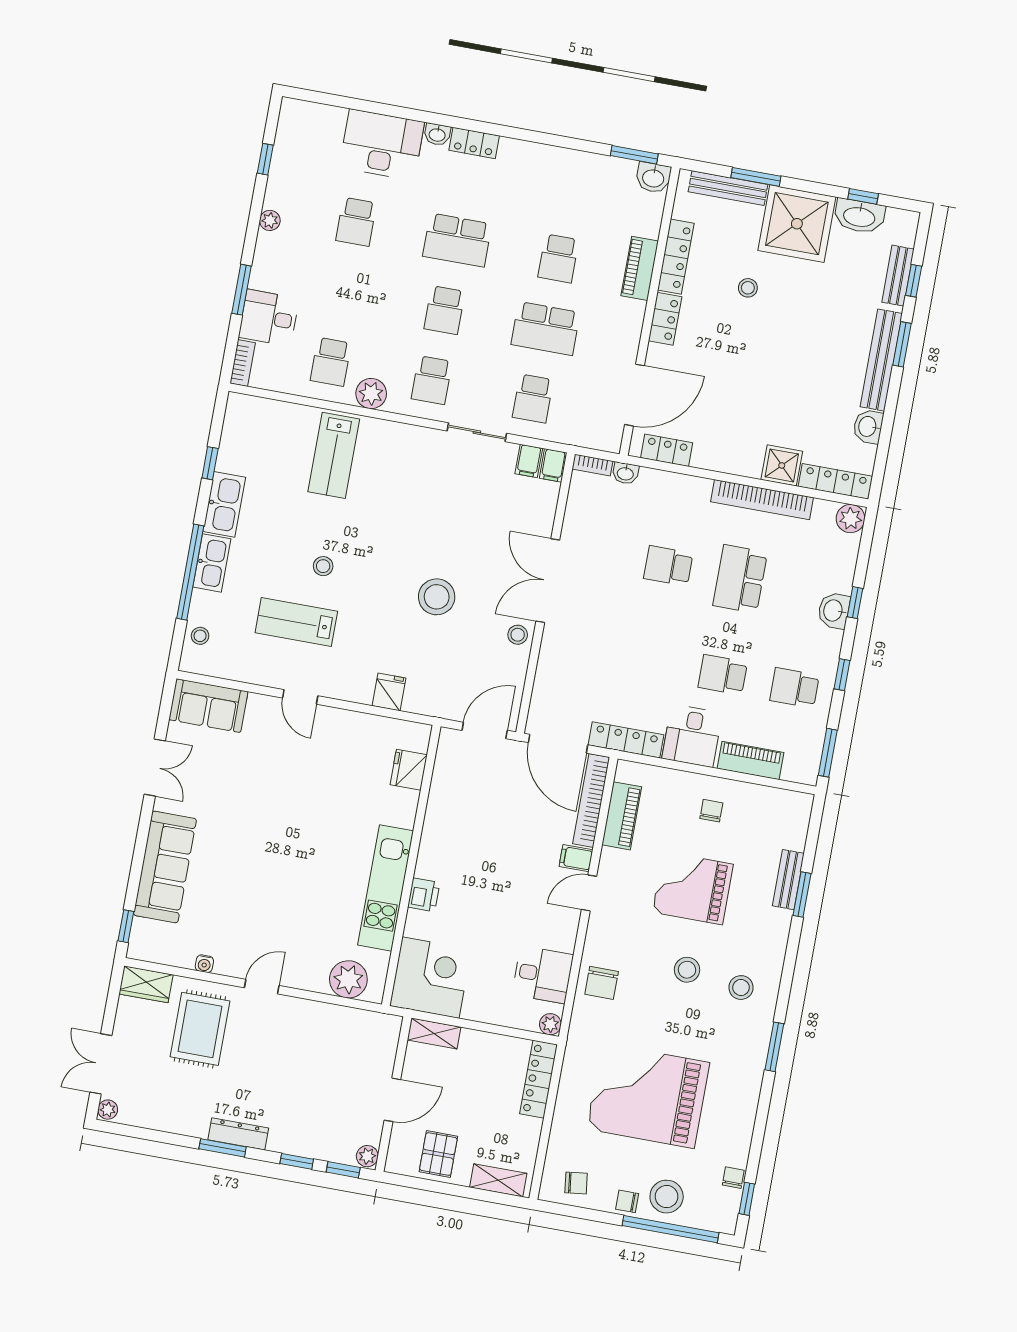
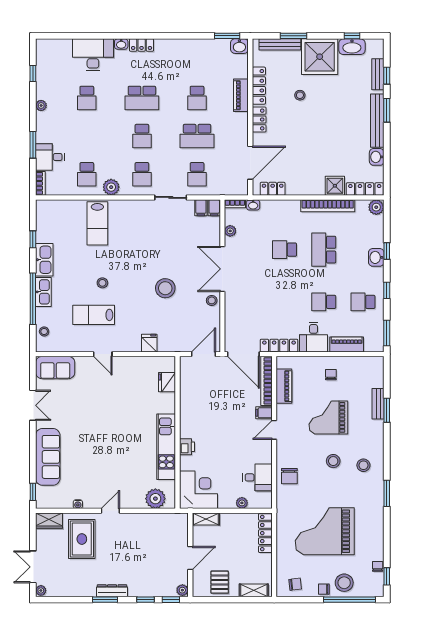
plant: (575, 513) -> (230, 231), added
plant: (550, 1024) -> (242, 503), moved

